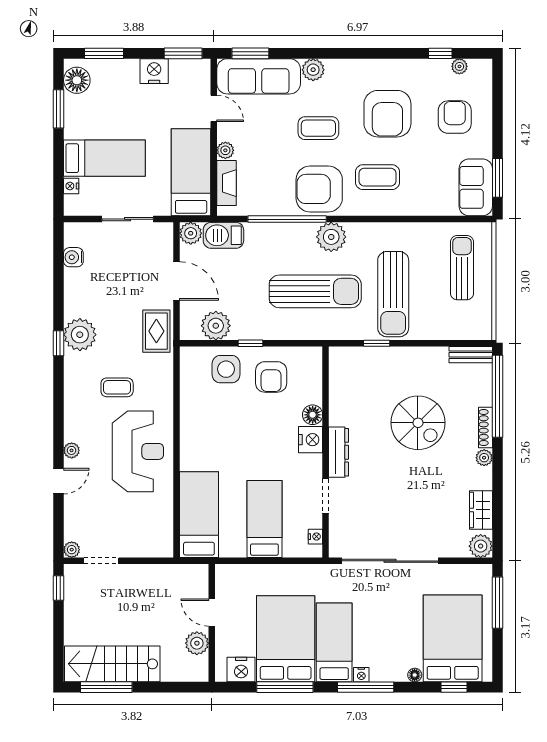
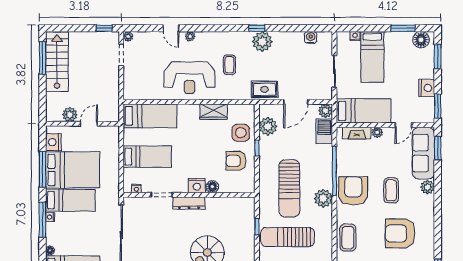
coffee table: (377, 177) -> (348, 238), moved
wardrobe: (192, 413) -> (213, 112), added

